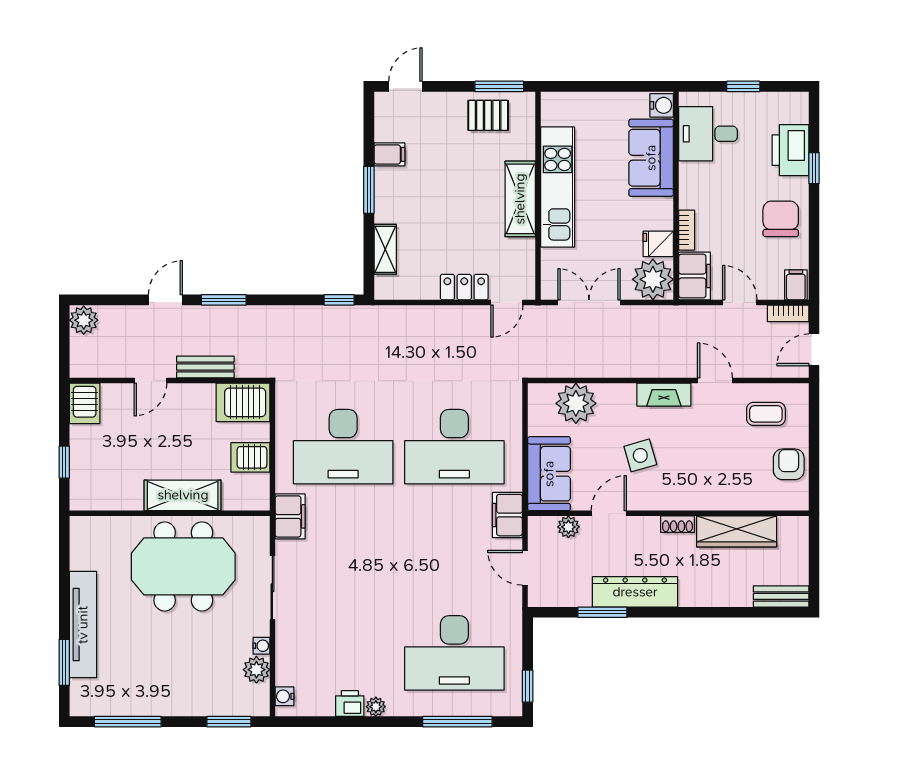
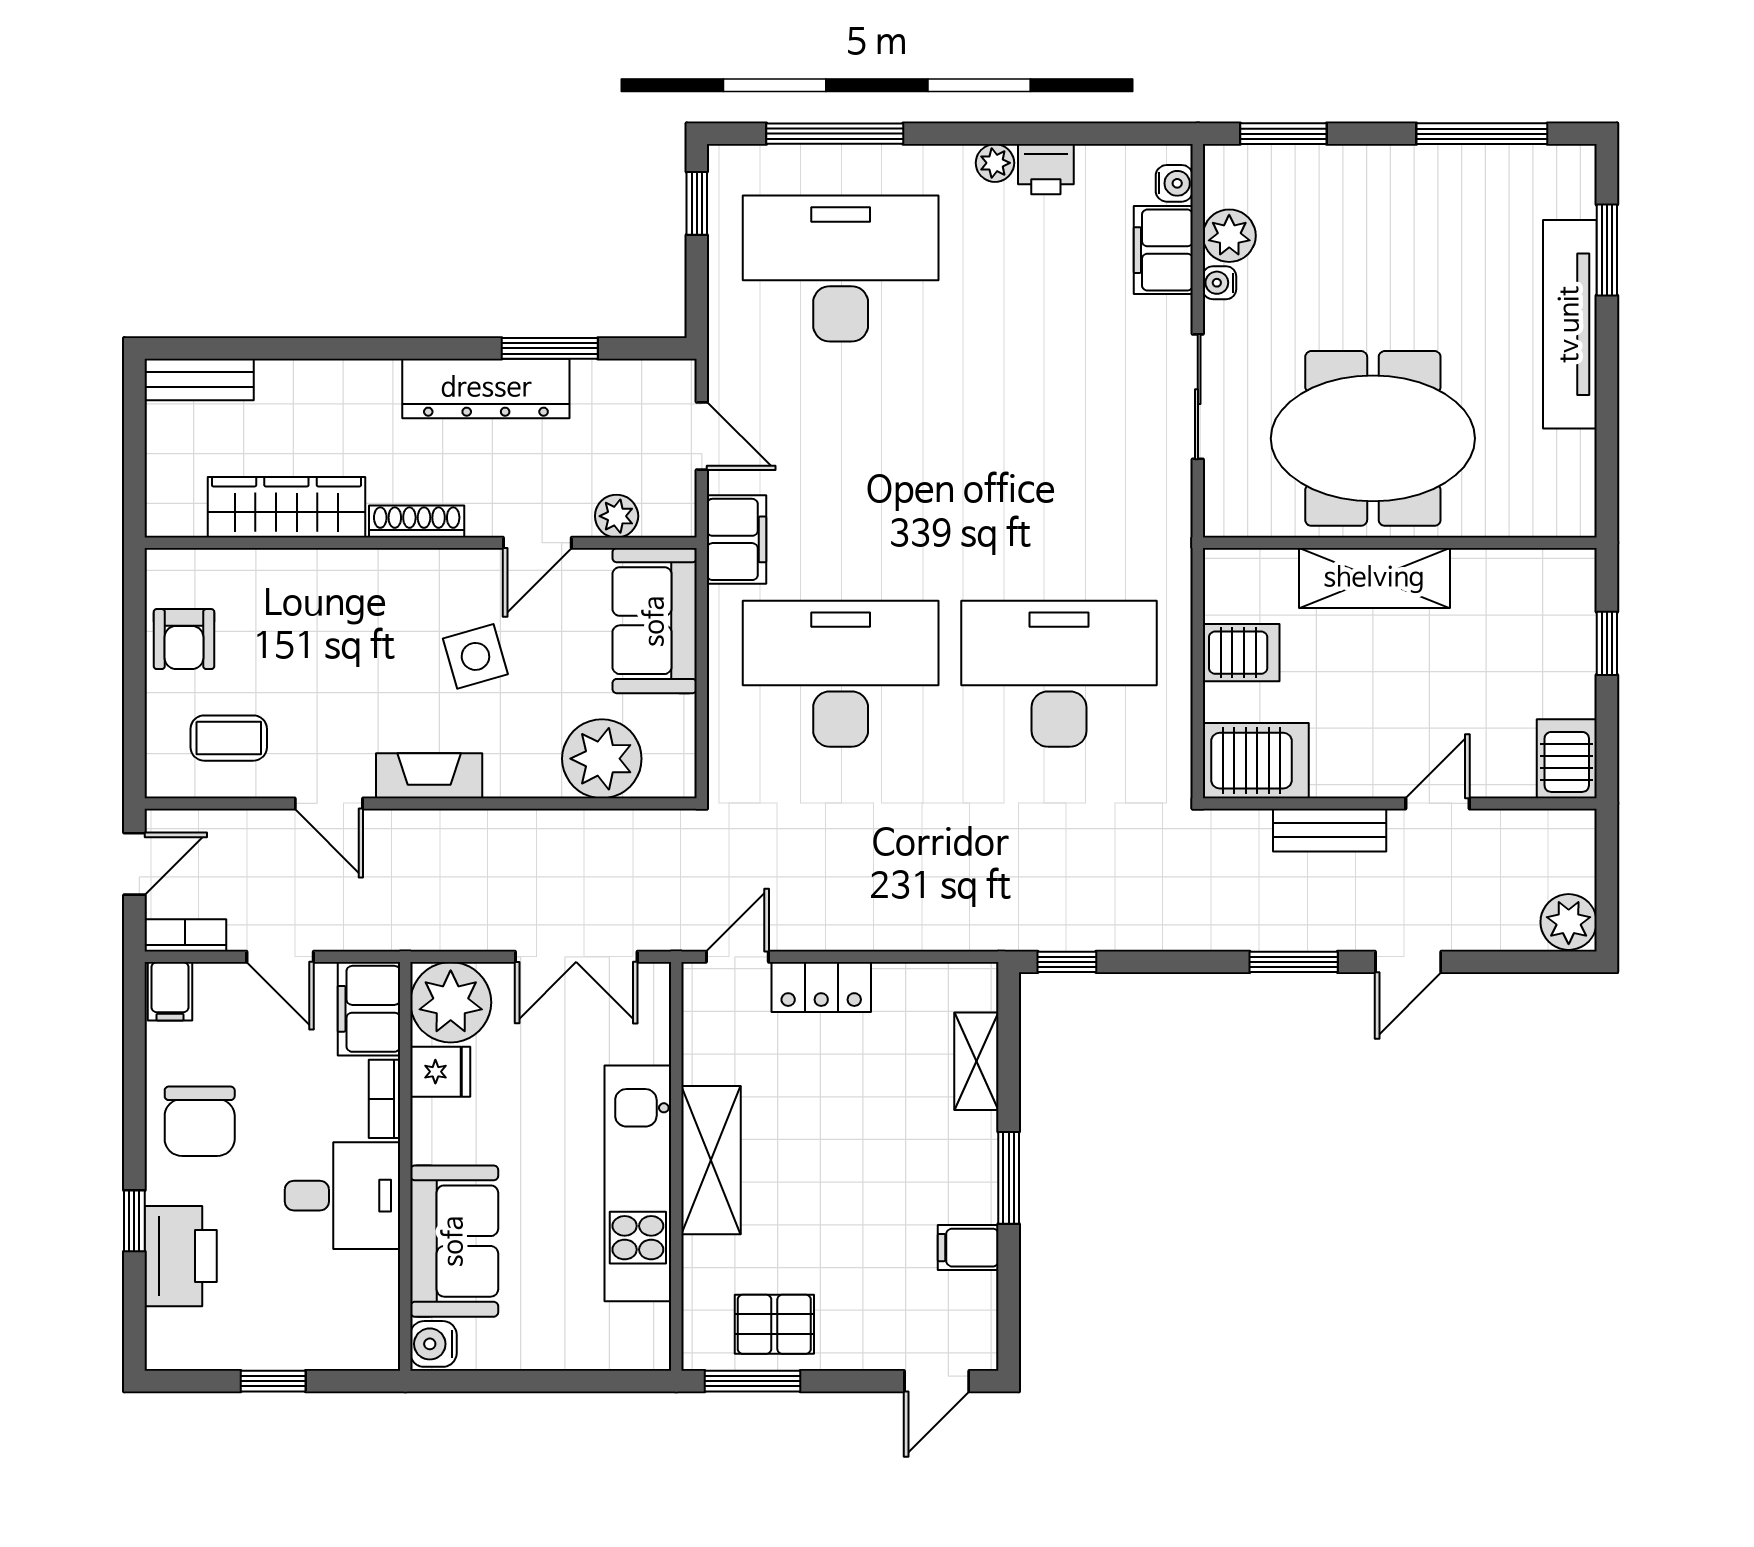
desk: (708, 134) -> (343, 1196), moved
filing cabinet: (290, 516) -> (1163, 250), moved
shoe rack: (677, 524) -> (417, 521), width x1.43

